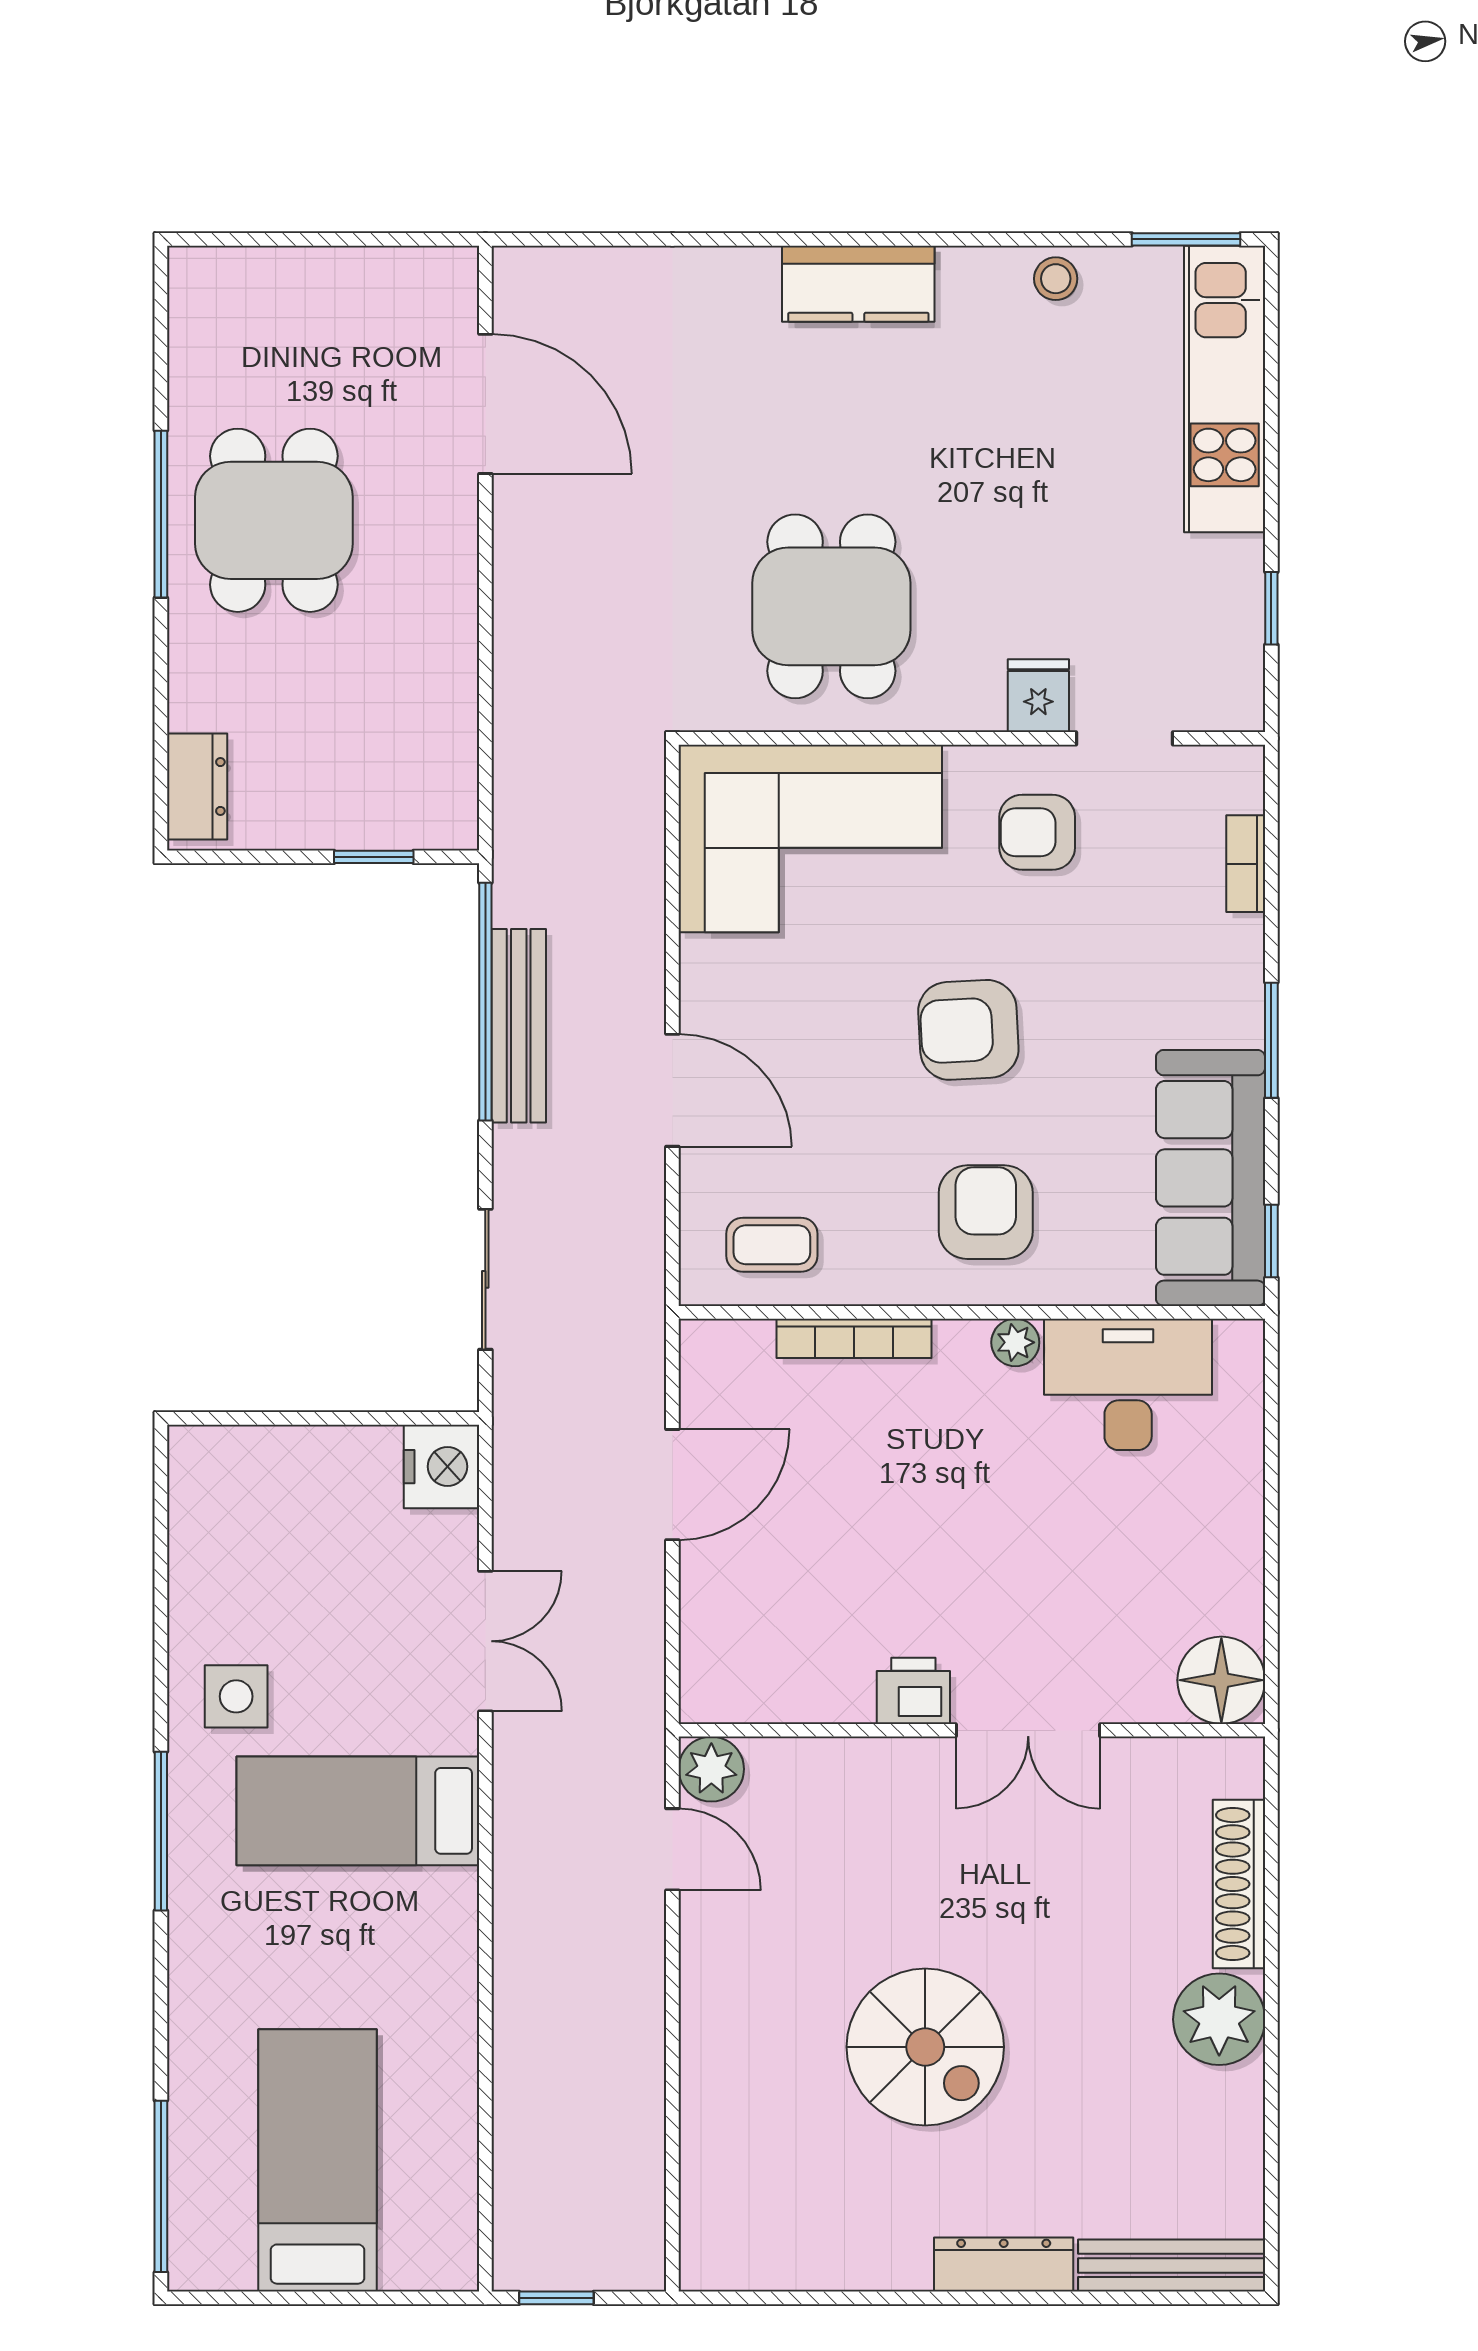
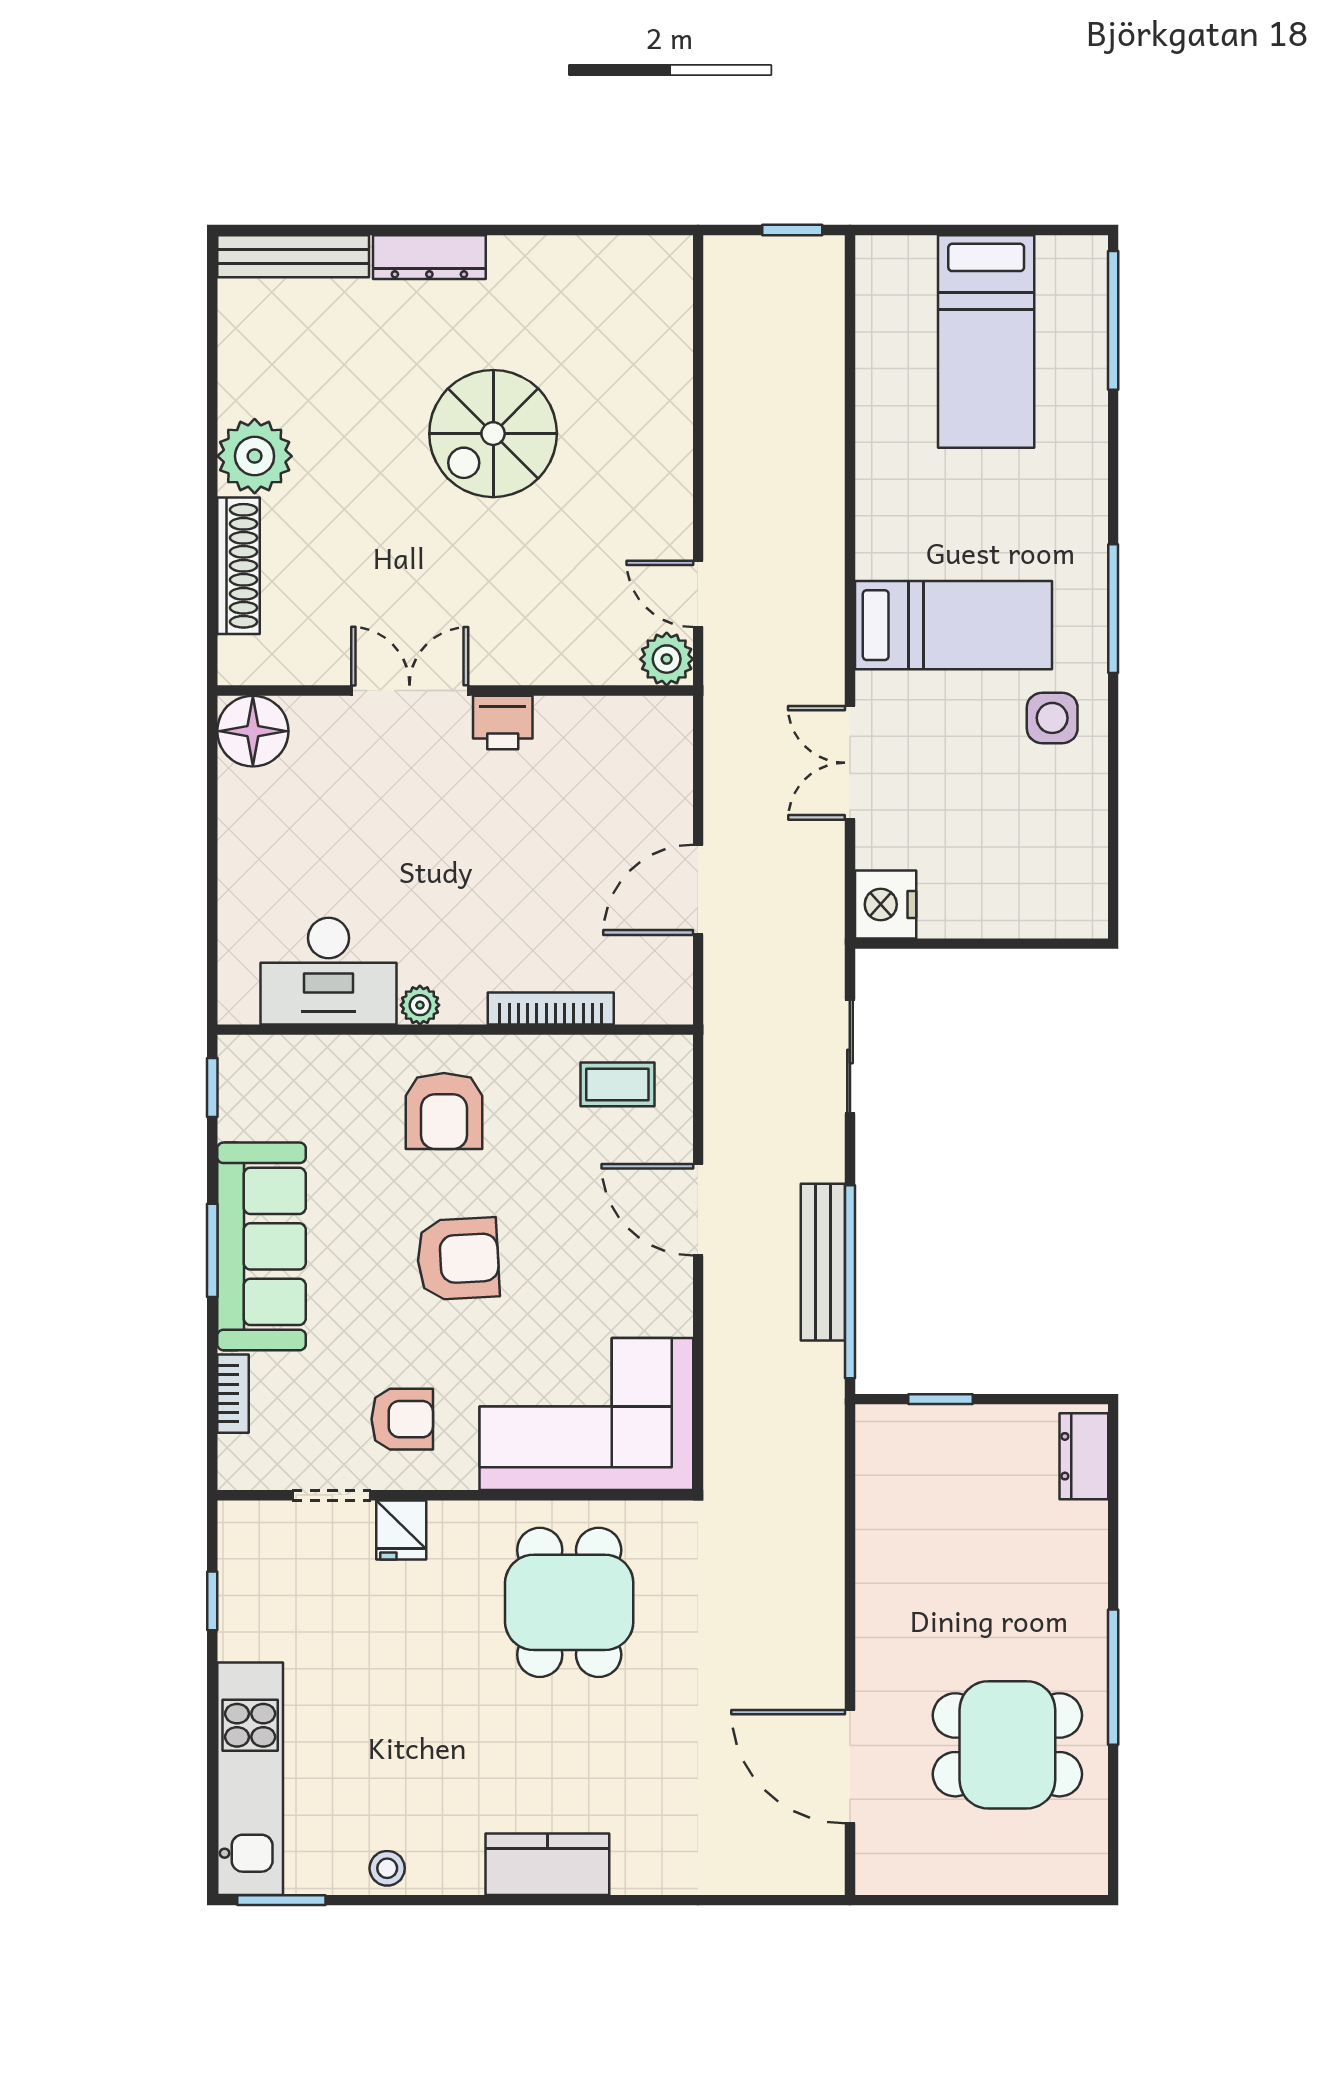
dining table: (274, 520) -> (1007, 1745), moved, turned 90
sofa: (1211, 1178) -> (262, 1246), moved
spiral stairs: (925, 2047) -> (493, 434), turned -90

